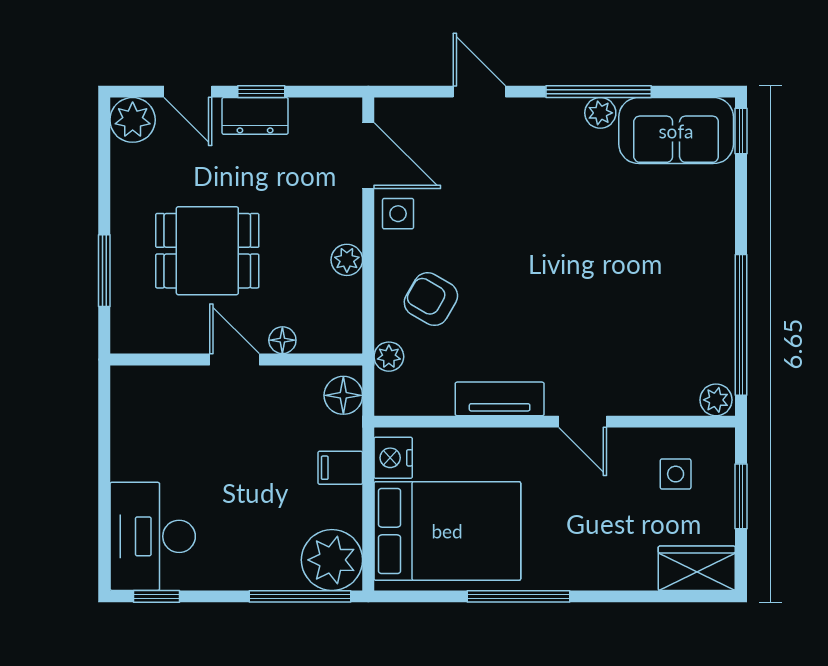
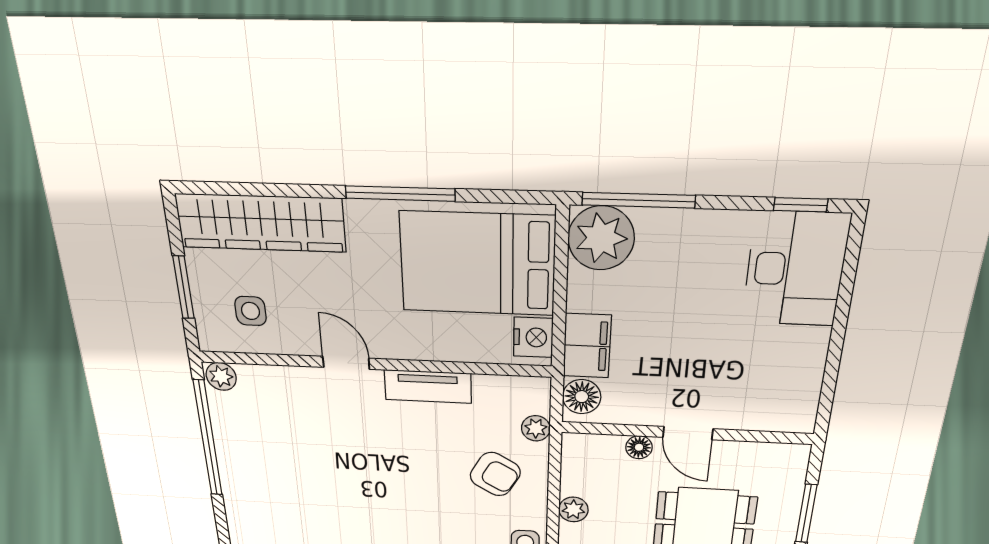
filing cabinet: (340, 468) -> (587, 346), width x2.00
wardrobe: (697, 568) -> (261, 223), width x2.10, depth x1.17

